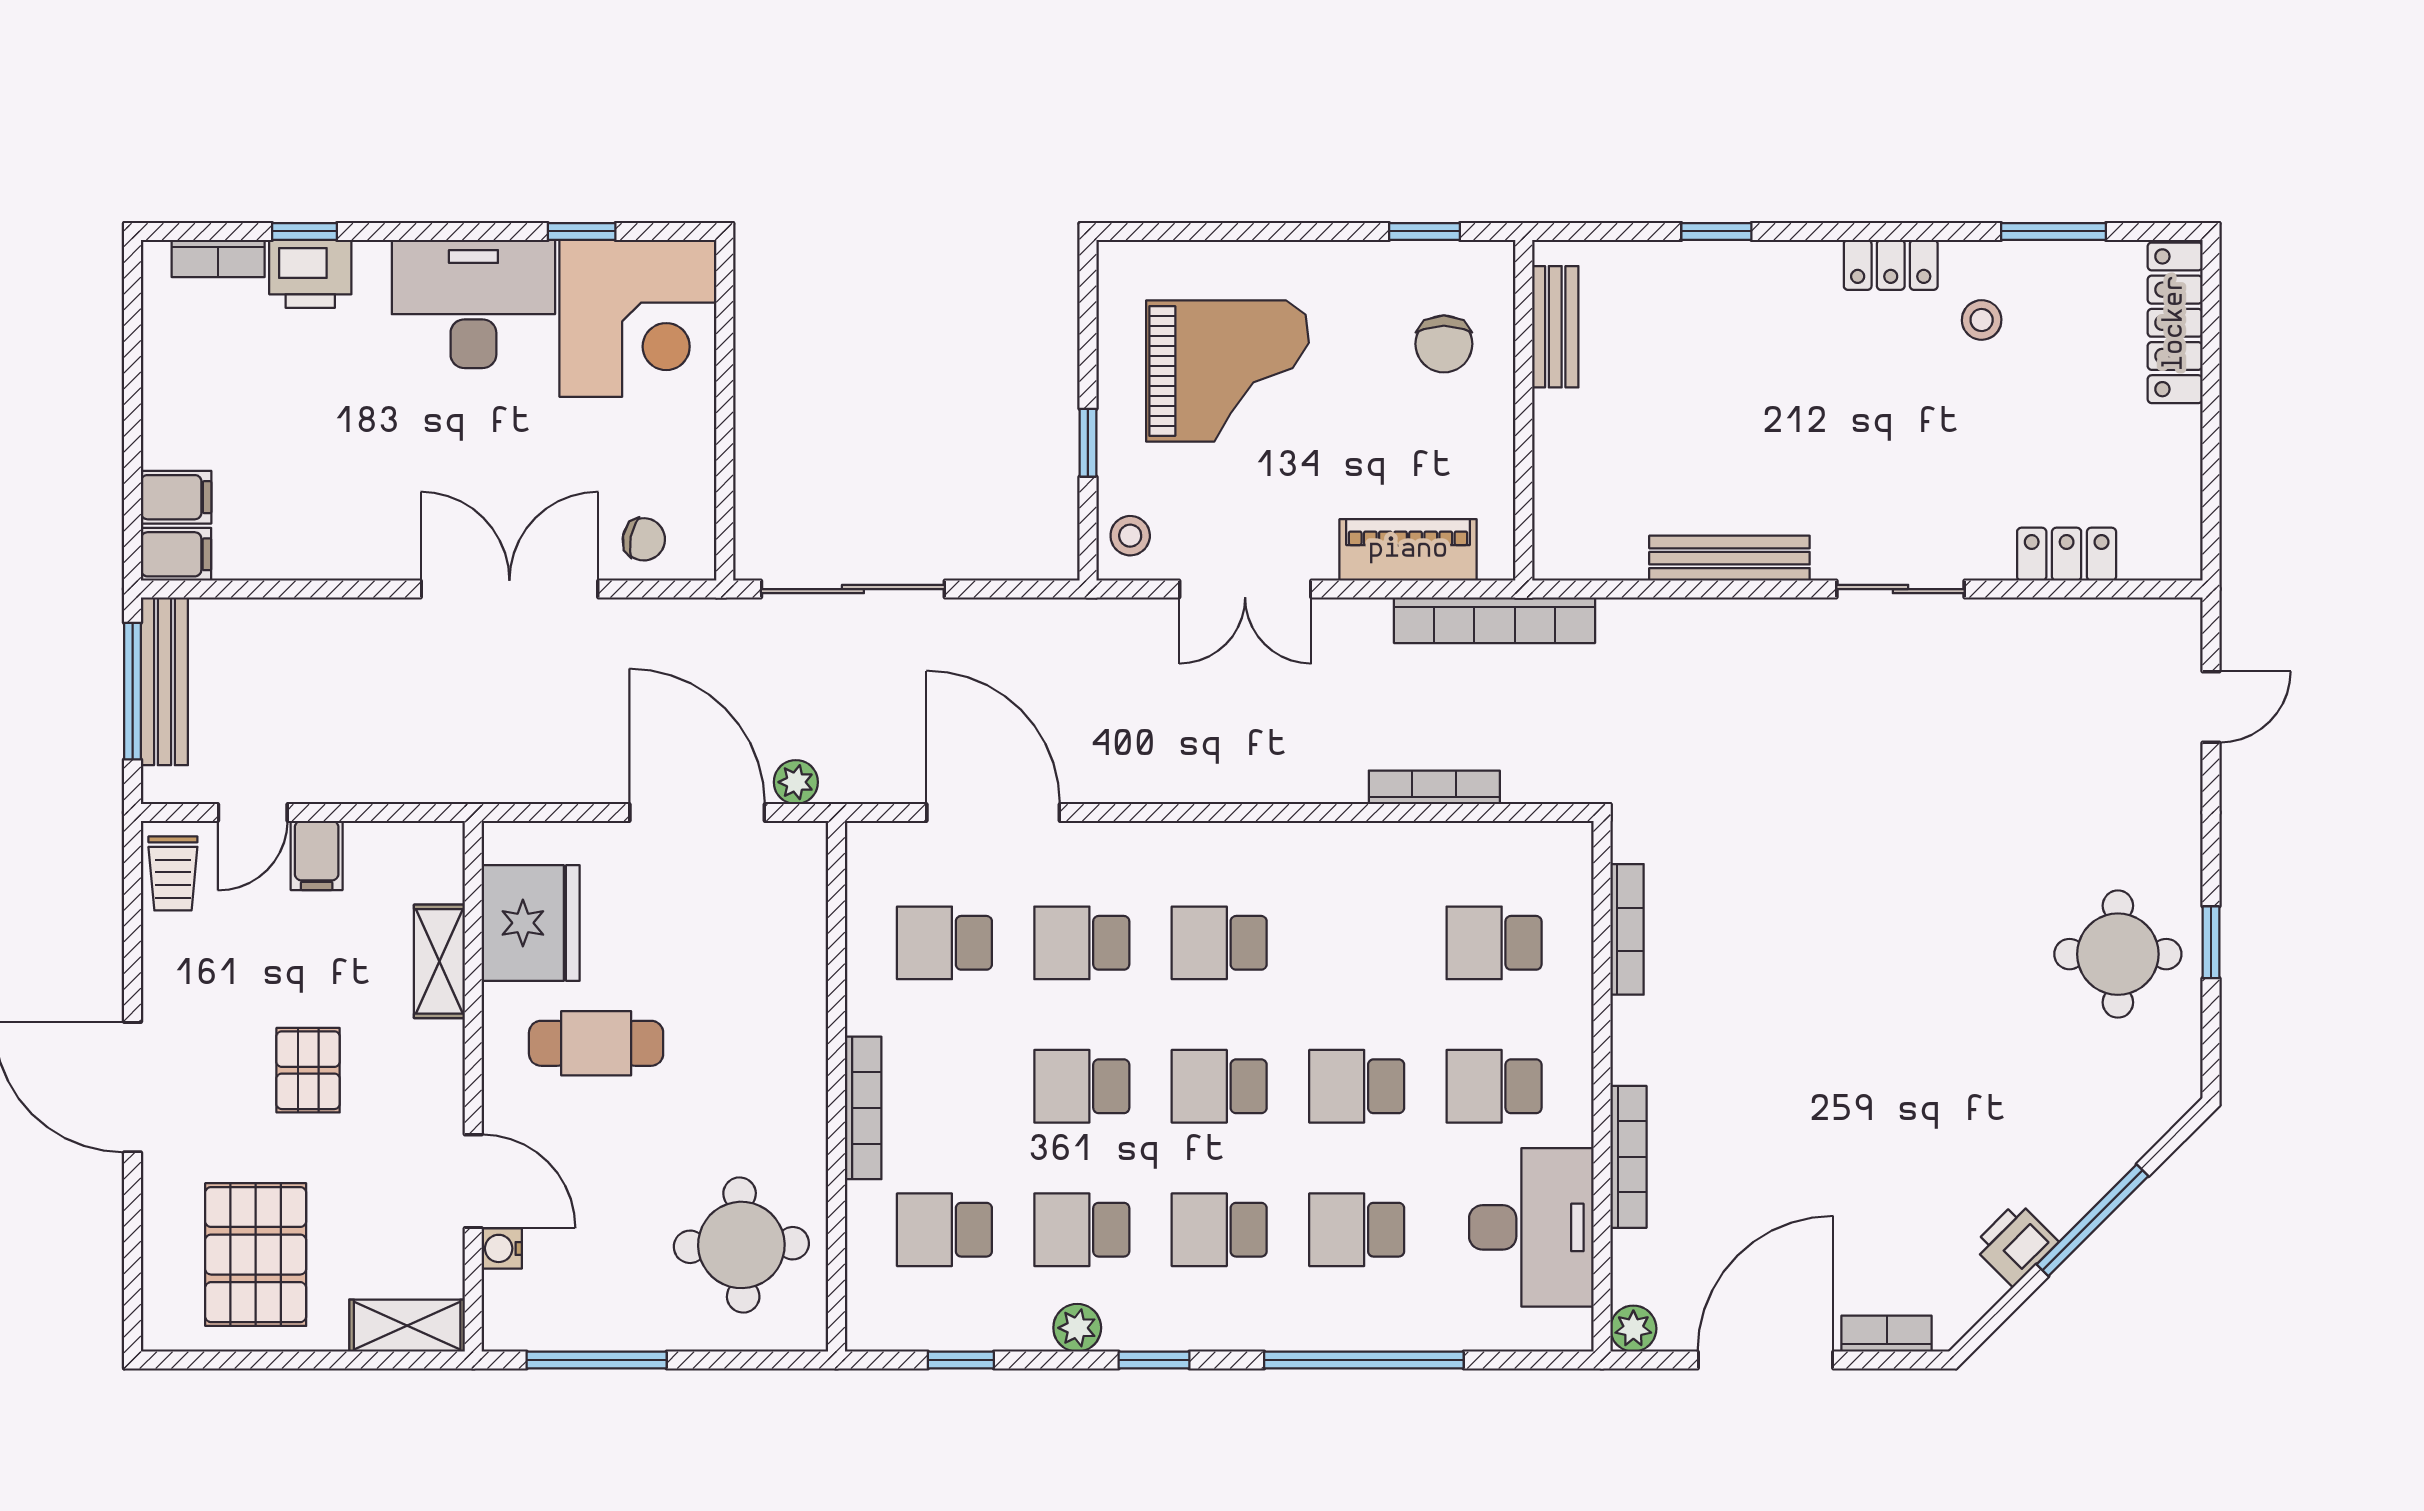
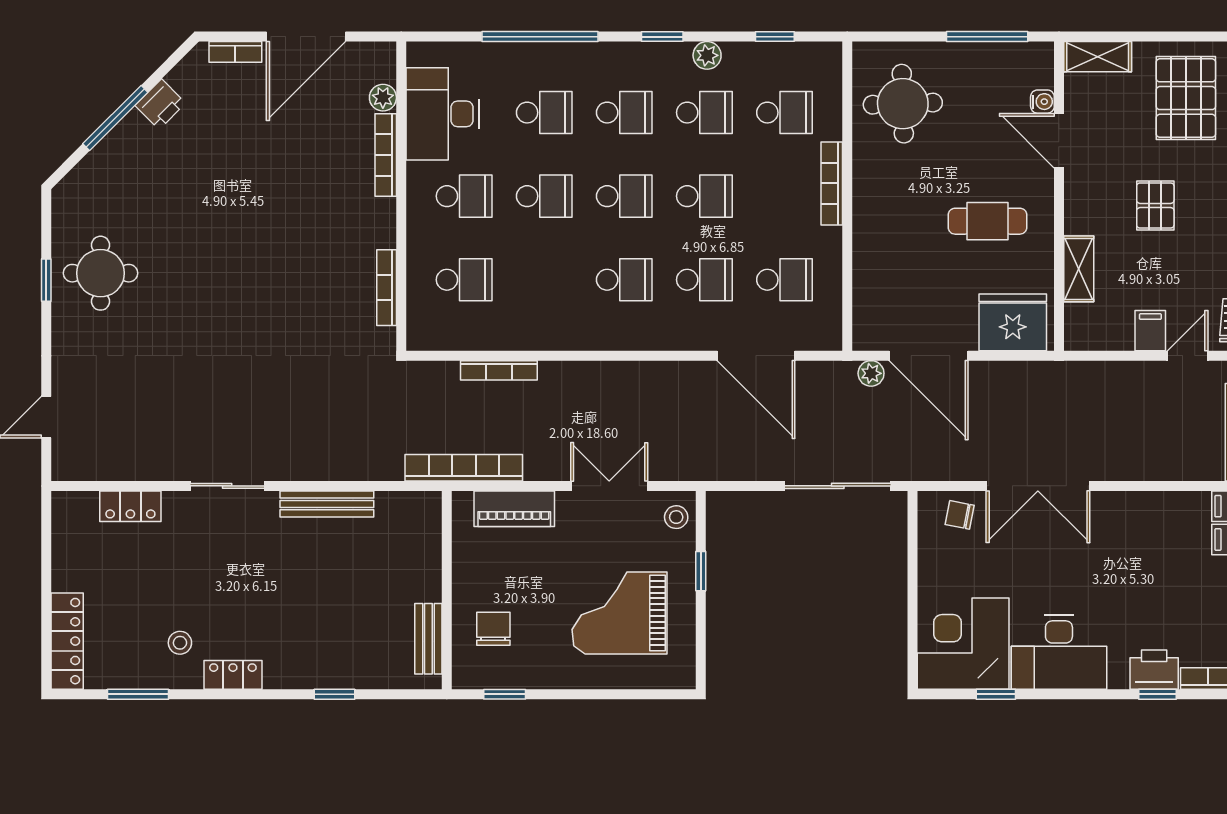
fridge: (531, 923) -> (1013, 322), moved, turned 90
plant: (1633, 1329) -> (383, 98), moved

